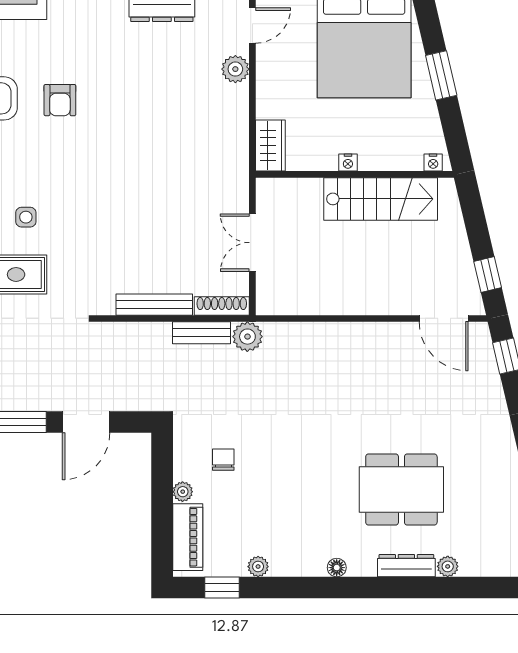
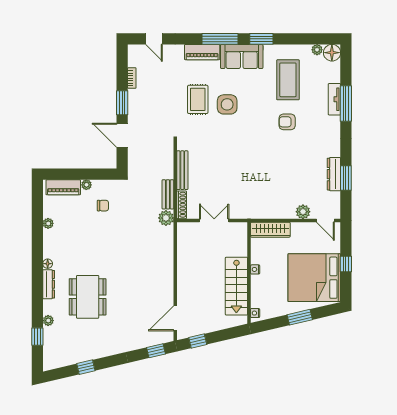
wardrobe: (270, 146) -> (270, 230), width x1.50
side table: (26, 217) -> (227, 104), width x1.87, depth x1.87
dresser: (406, 566) -> (49, 284), moved
window: (222, 588) -> (37, 337), moved

